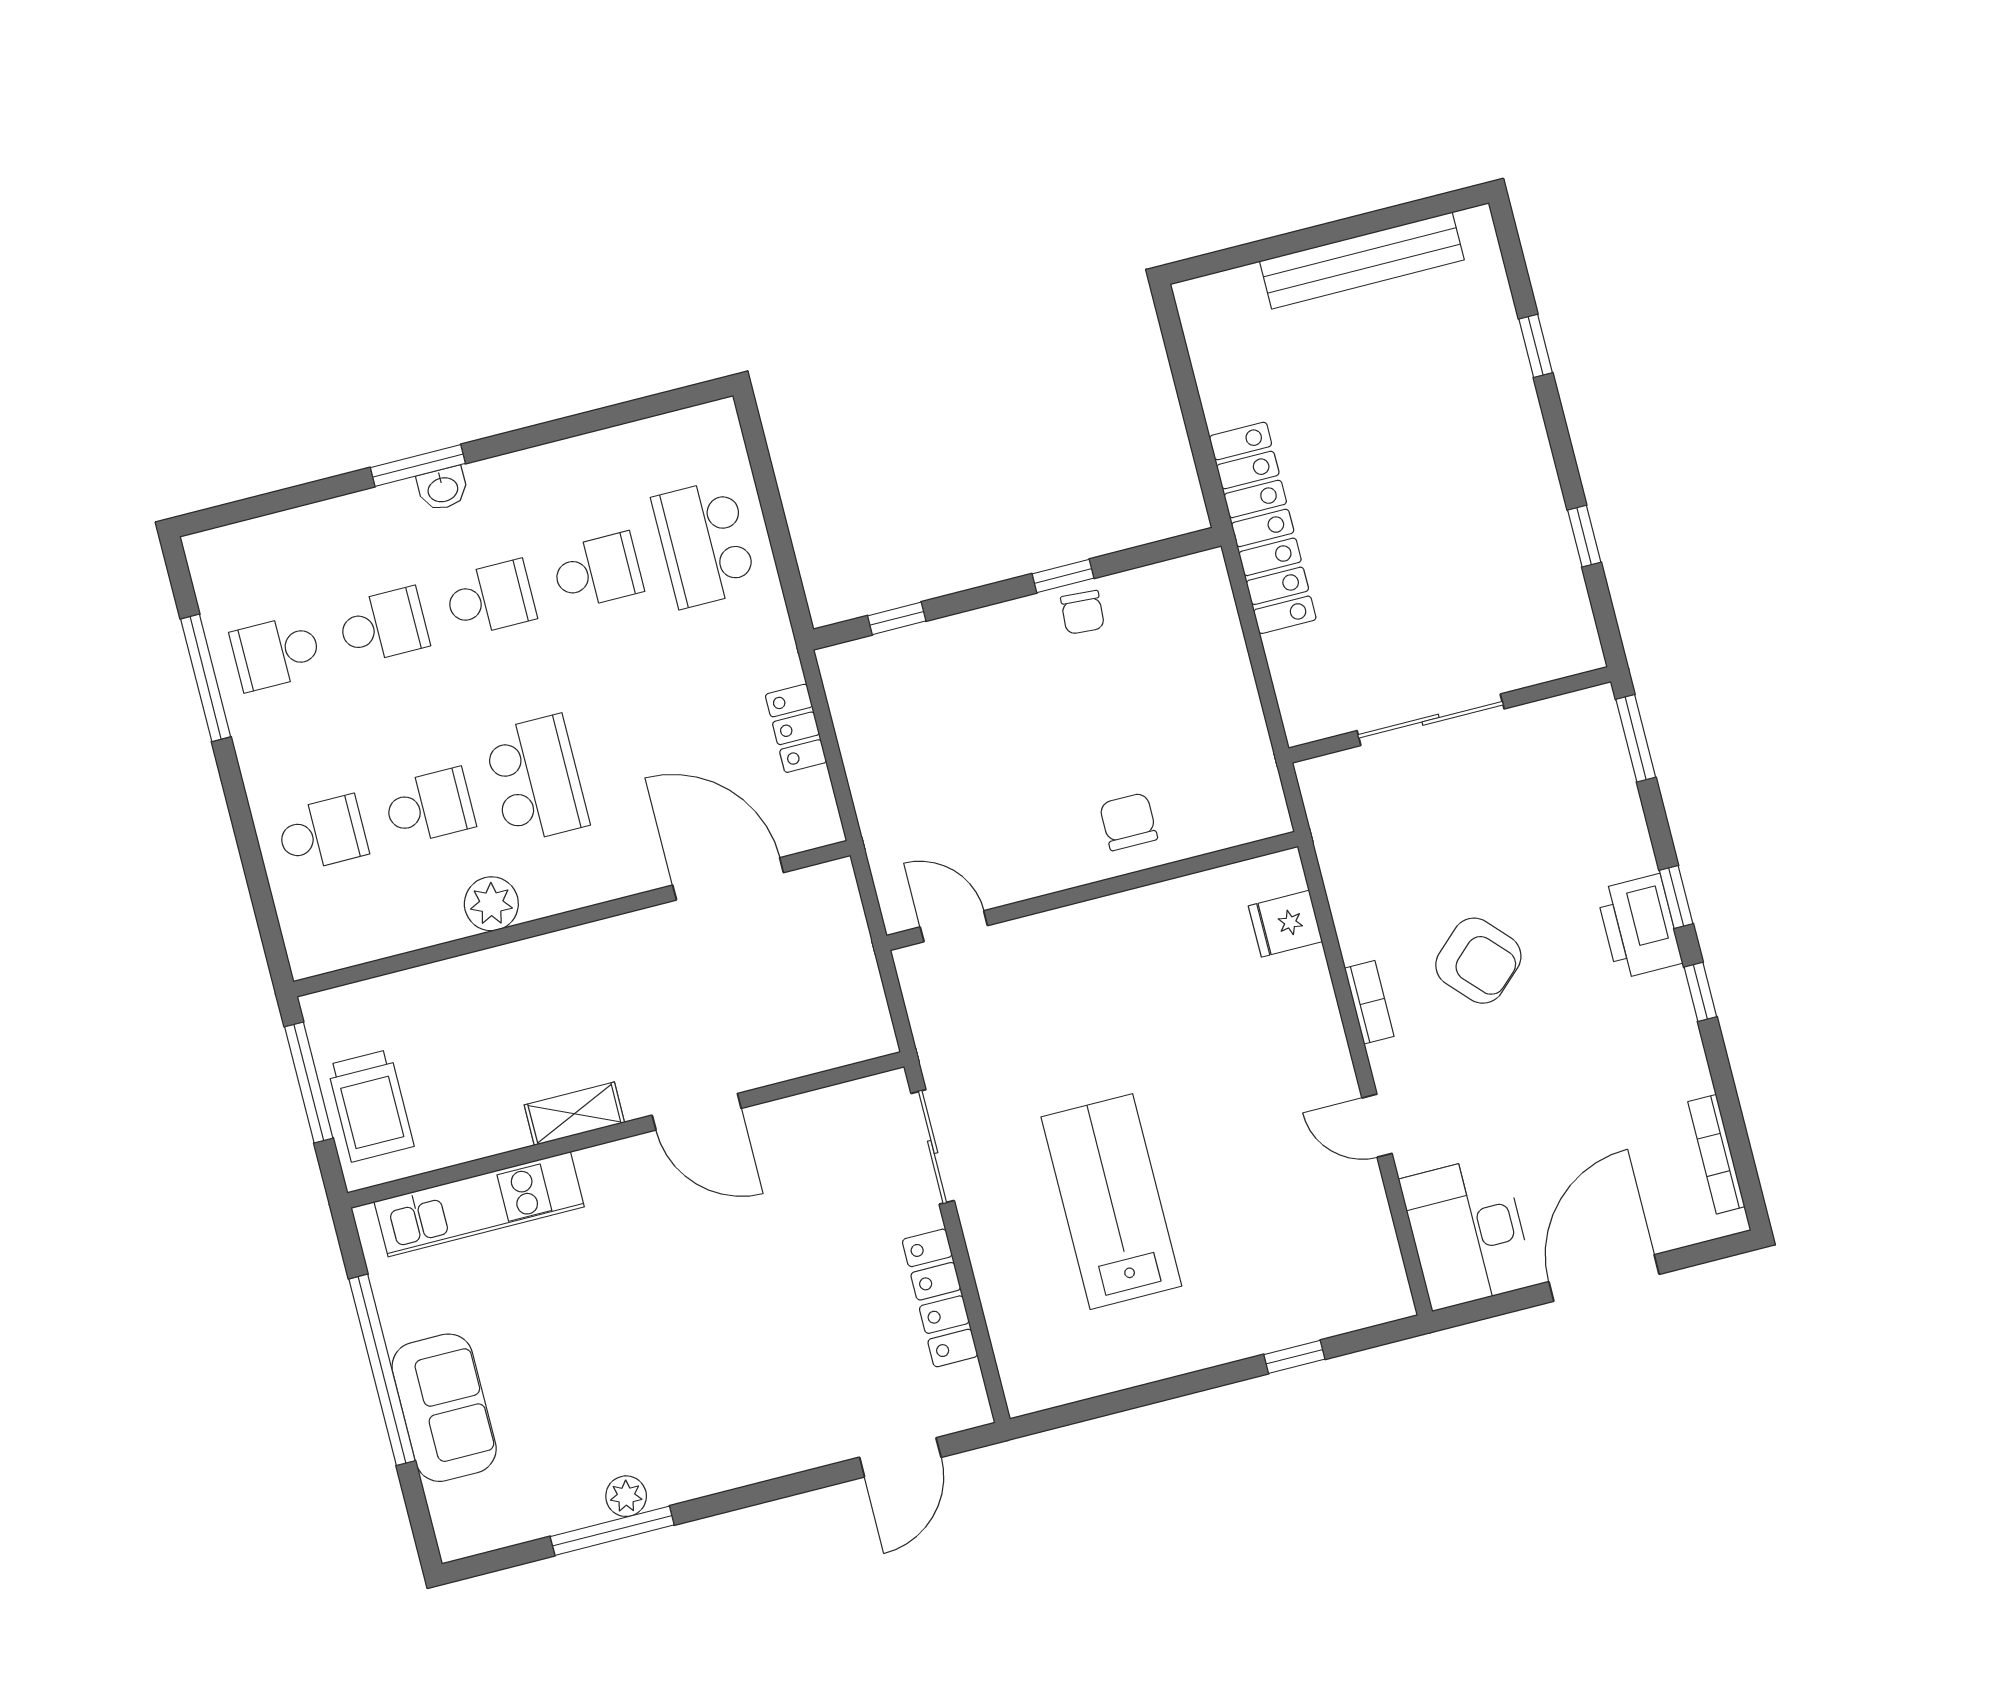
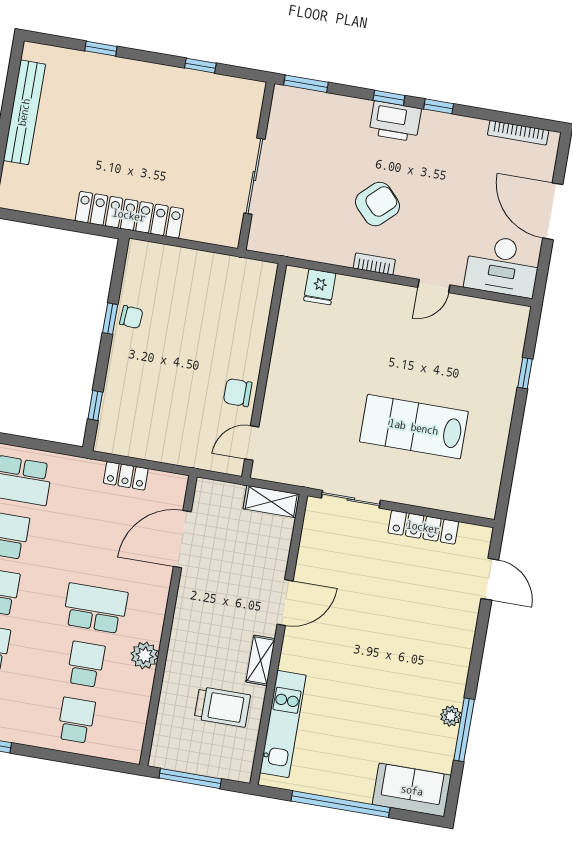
chair: (1128, 822) -> (238, 393), moved
shelving: (865, 1007) -> (271, 502), added
trolley: (371, 1106) -> (222, 707), moved
sofa: (444, 1408) -> (412, 790), moved

